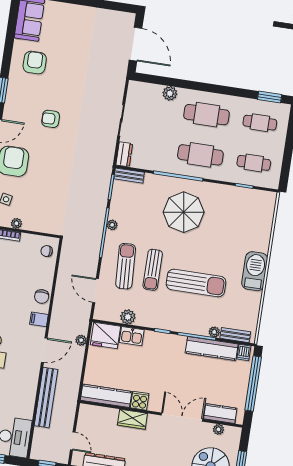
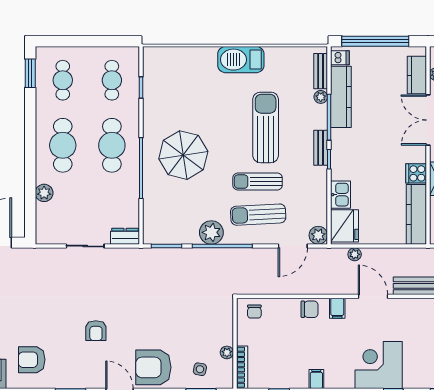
bench: (129, 176) -> (321, 148), moved
plant: (112, 225) -> (211, 232), width x1.87, depth x1.87
sun lounger: (153, 270) -> (258, 182), turned 180
plant: (128, 317) -> (318, 235), moved

